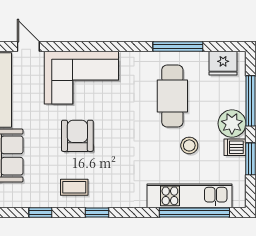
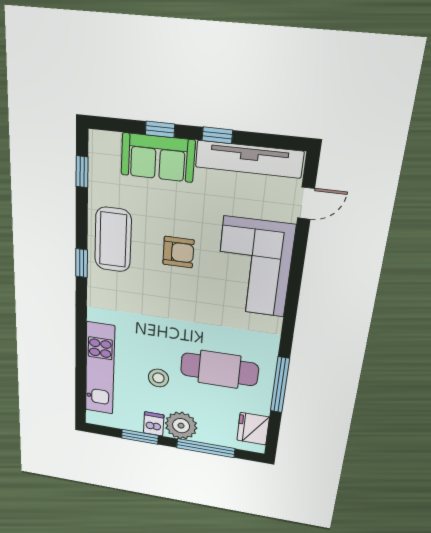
armchair: (77, 136) -> (178, 252), width x0.72, depth x0.72
coffee table: (74, 187) -> (113, 240), width x1.86, depth x1.72
window: (40, 212) -> (82, 172), moved
window: (194, 212) -> (81, 371), removed

